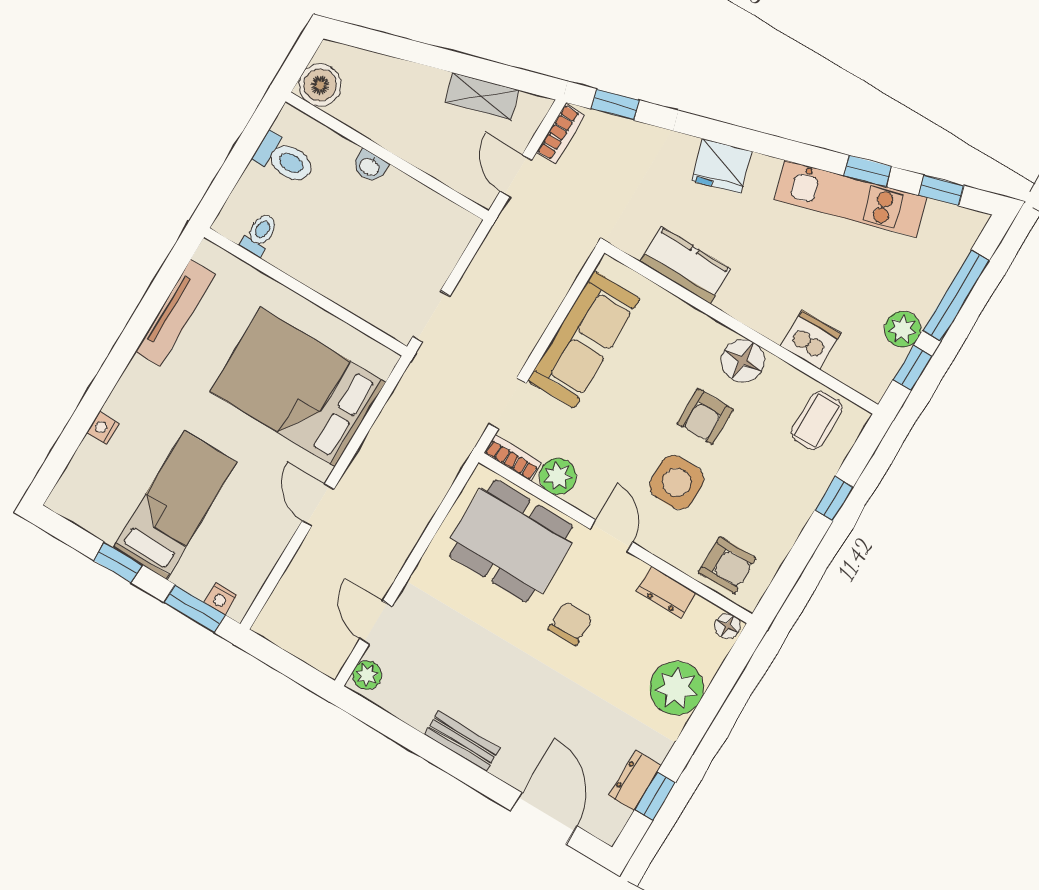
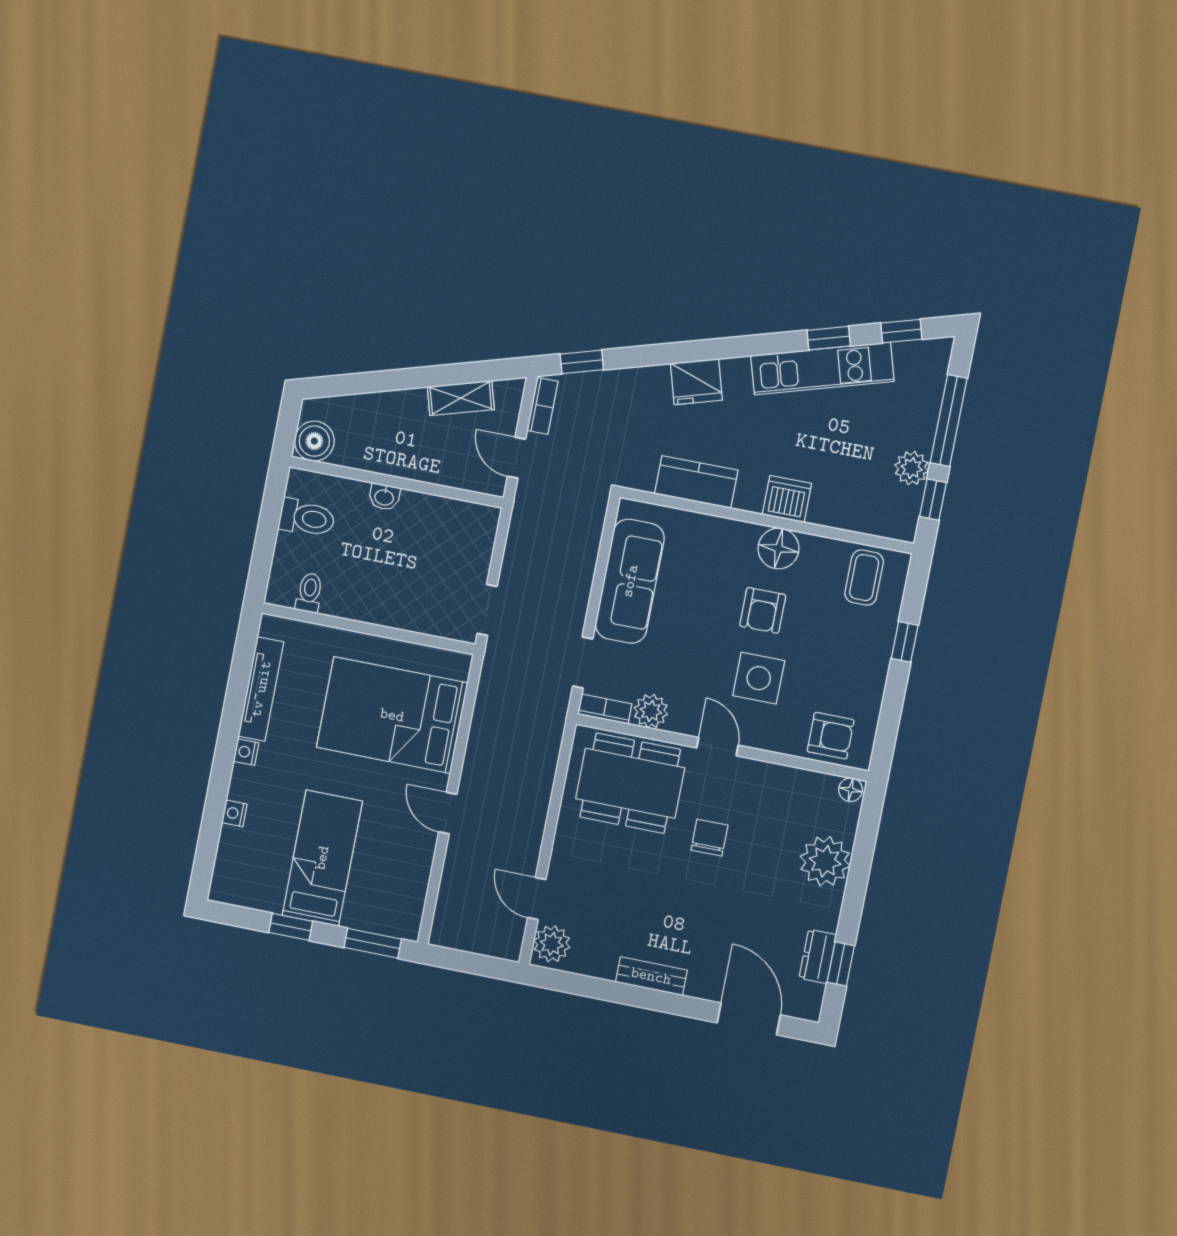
dishwasher: (811, 340) -> (787, 499), moved
dresser: (666, 592) -> (785, 779), removed
nightstand: (221, 599) -> (246, 752), moved, turned 90
plant: (367, 675) -> (552, 944), width x1.38, depth x1.38

